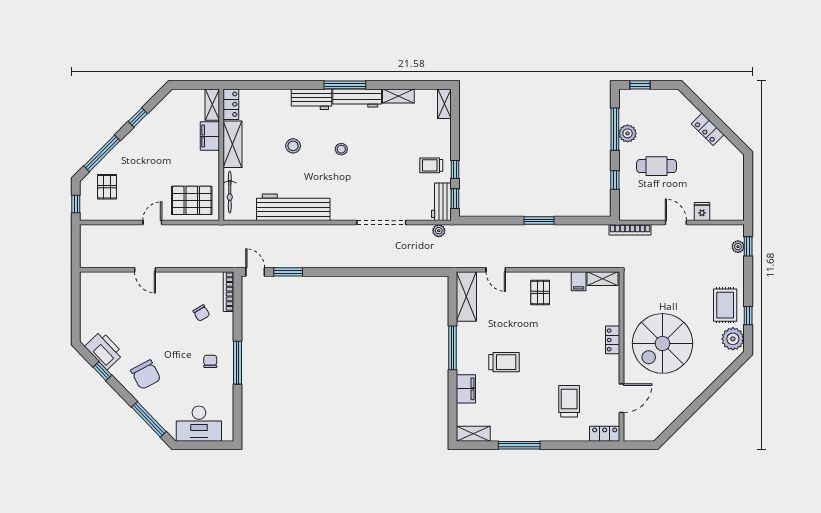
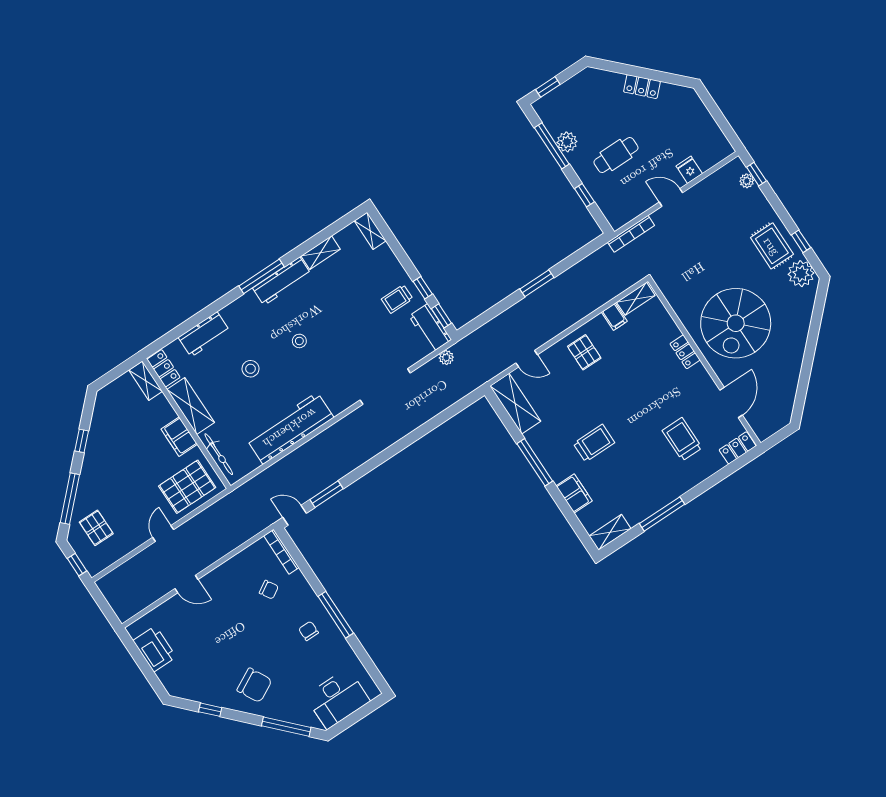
workbench: (311, 99) -> (204, 334), moved
filing cabinet: (210, 136) -> (179, 437), moved
printer: (104, 350) -> (155, 649), moved, turned 44

